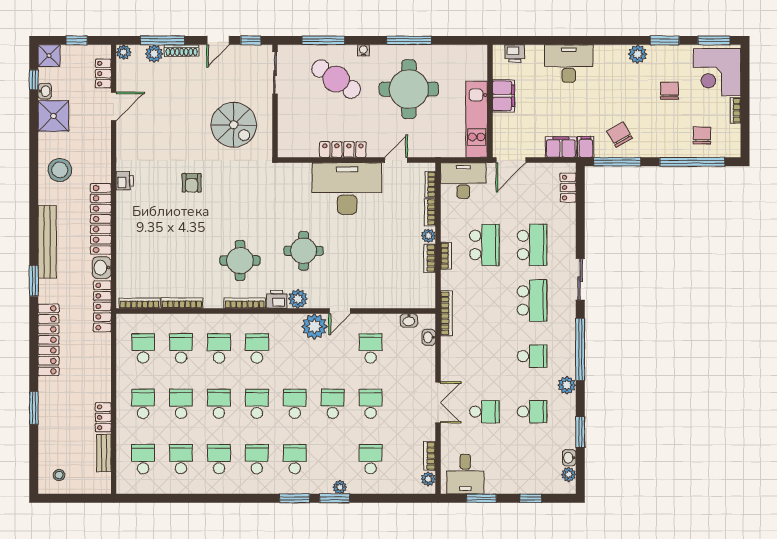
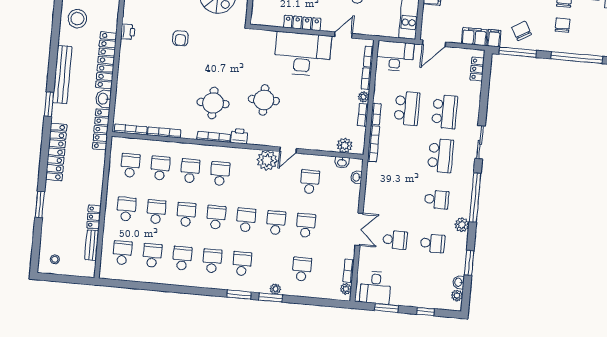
chair: (702, 135) -> (563, 25), moved
plant: (298, 299) -> (345, 145), moved
bookcase: (446, 313) -> (373, 144), moved

